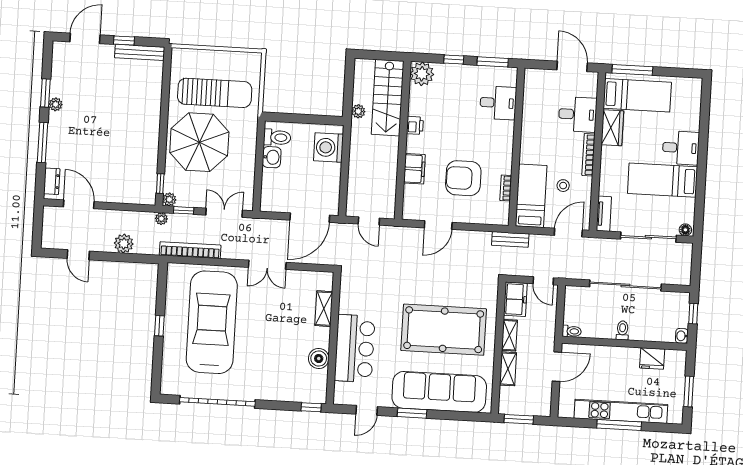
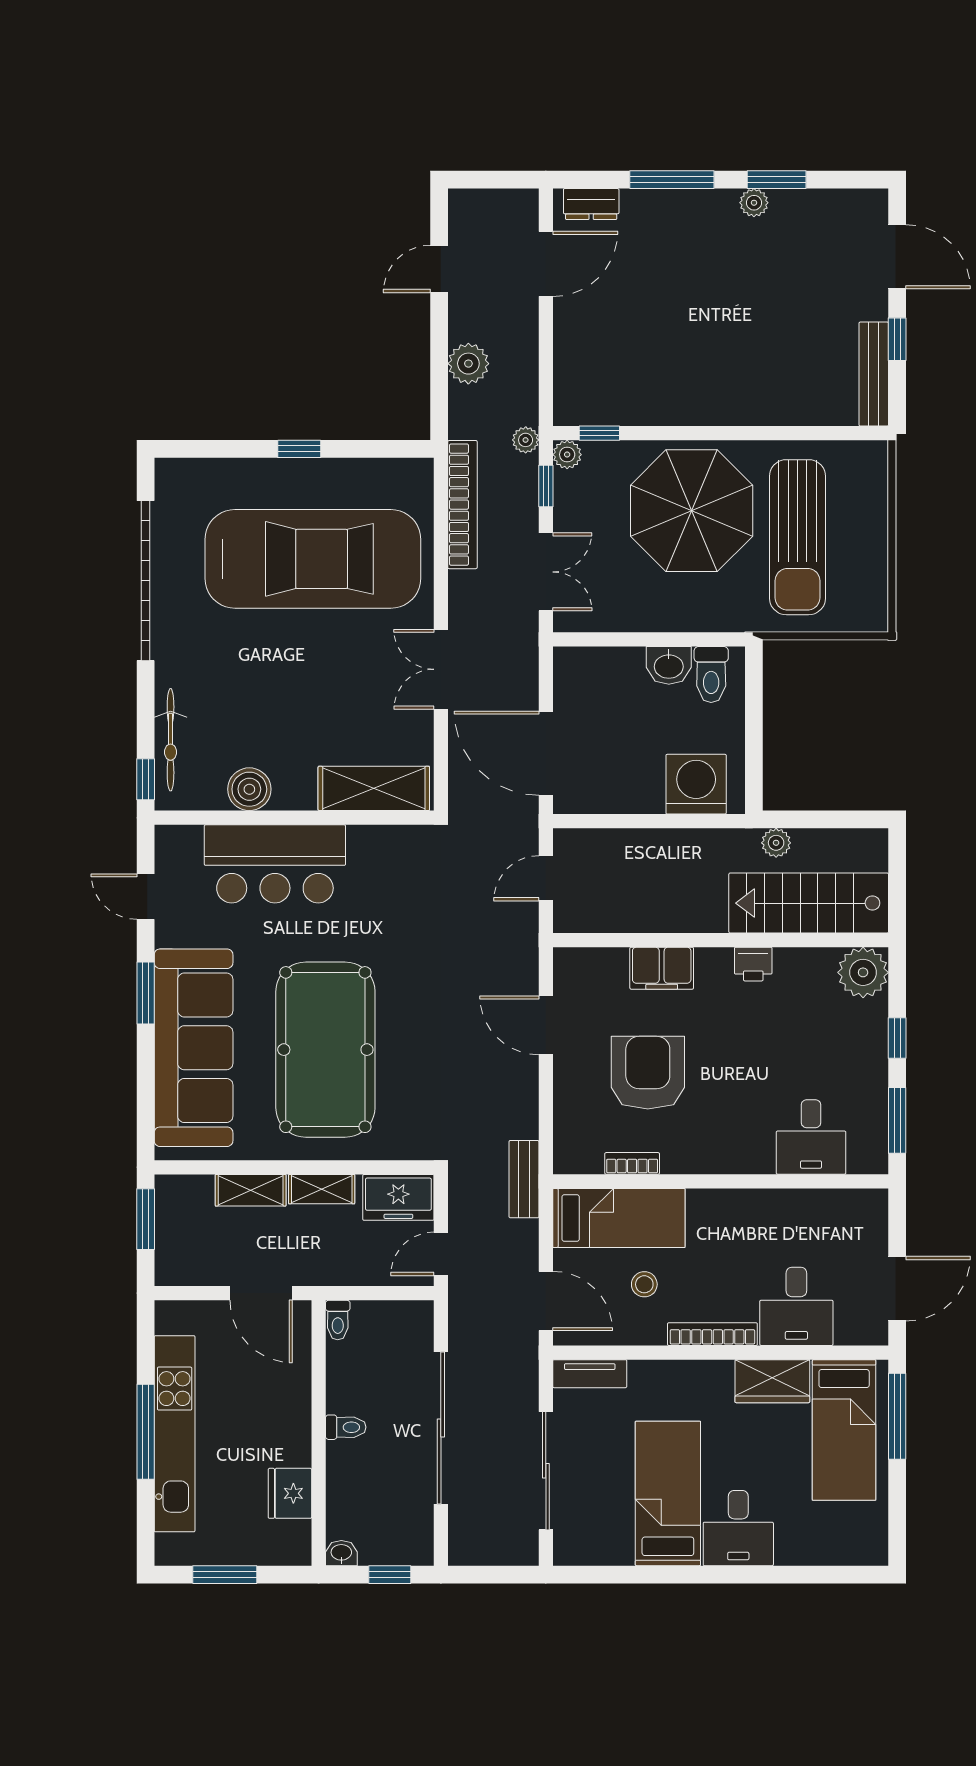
floor lamp: (685, 230) -> (566, 1548), removed
shelving: (324, 309) -> (374, 788), width x1.50, depth x1.33
bicycle: (293, 394) -> (171, 740), added

